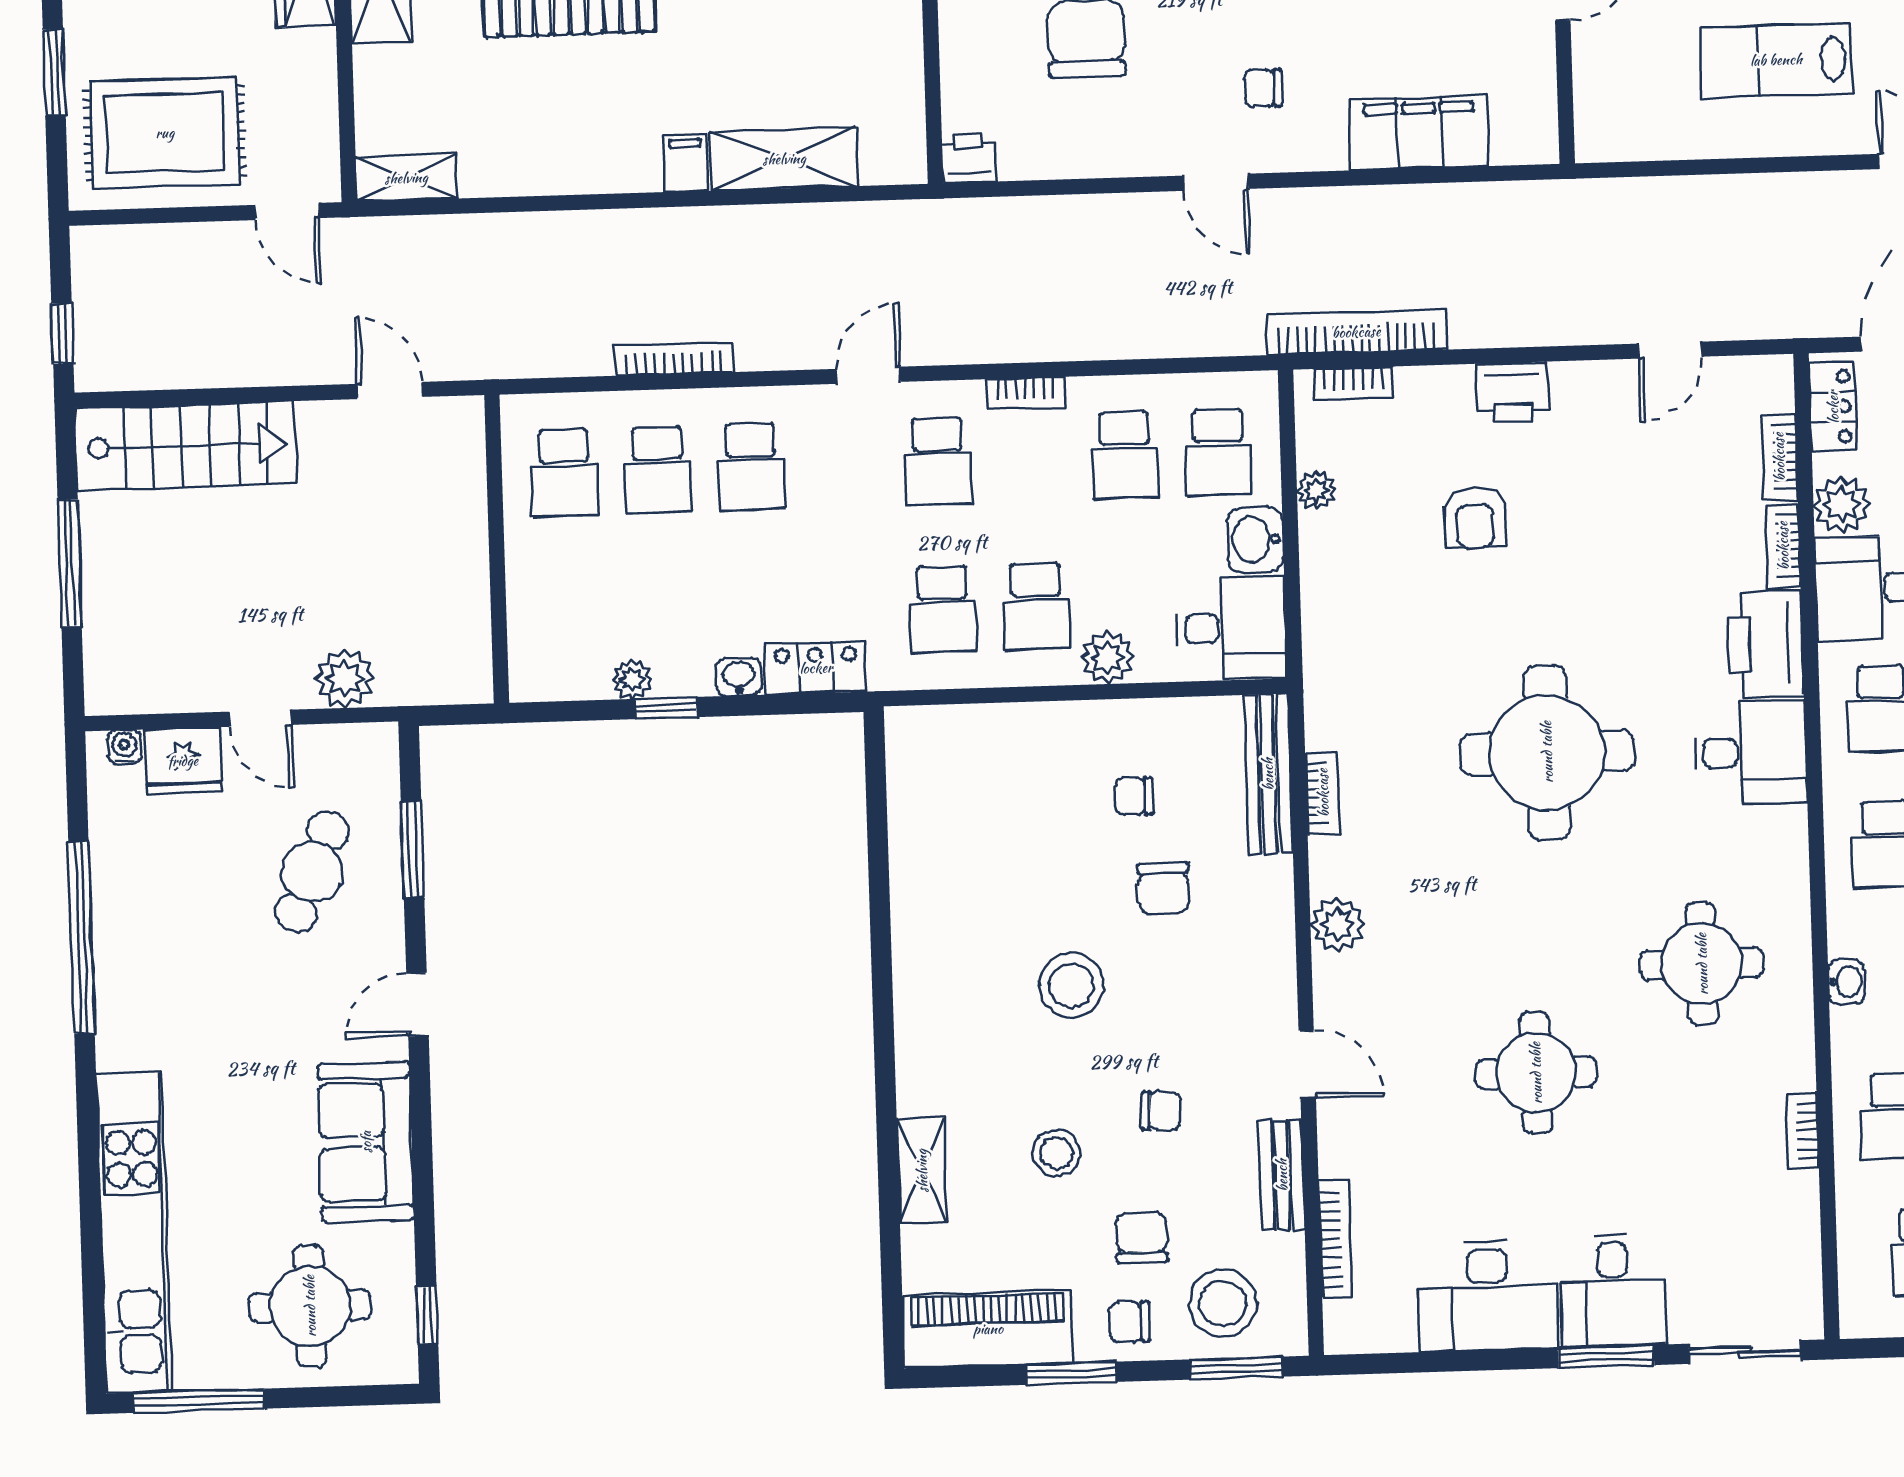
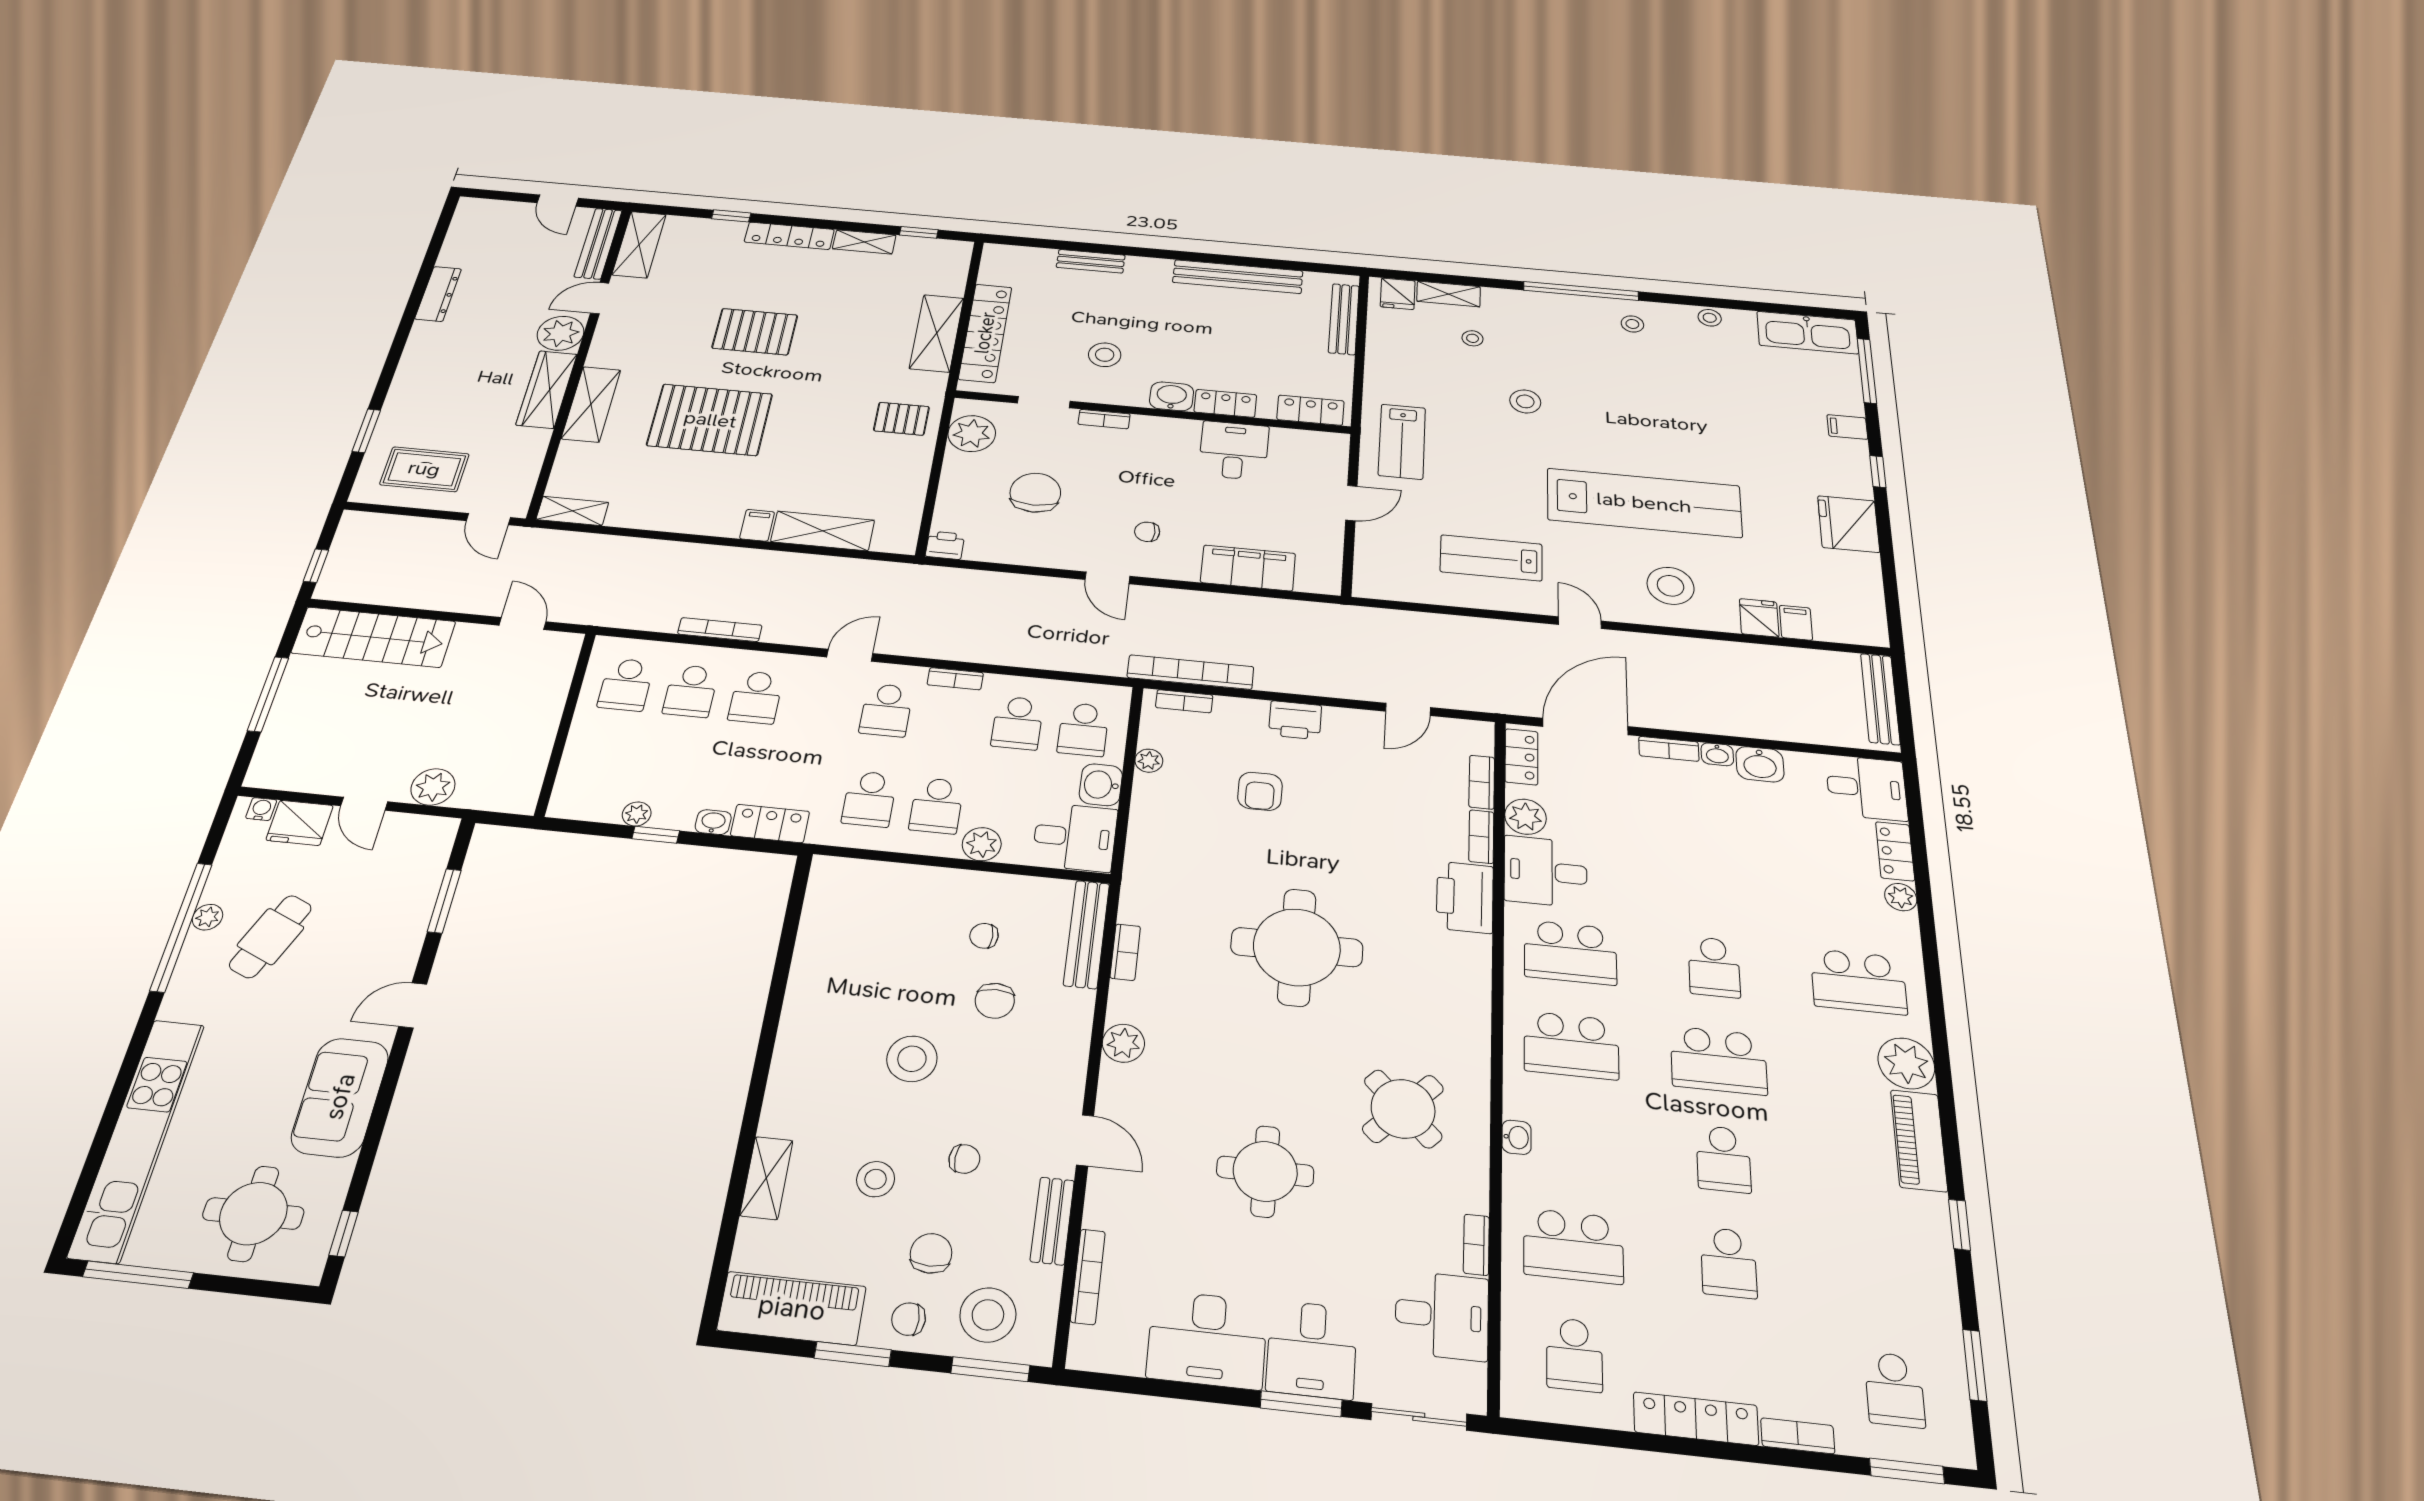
rug: (165, 133) -> (424, 469), width x0.73, depth x0.70
desk: (1750, 752) -> (1442, 1315), moved
cafe table: (312, 872) -> (271, 937), moved
plant: (110, 919) -> (207, 917), added
round table: (1702, 964) -> (1403, 1109), turned 45

